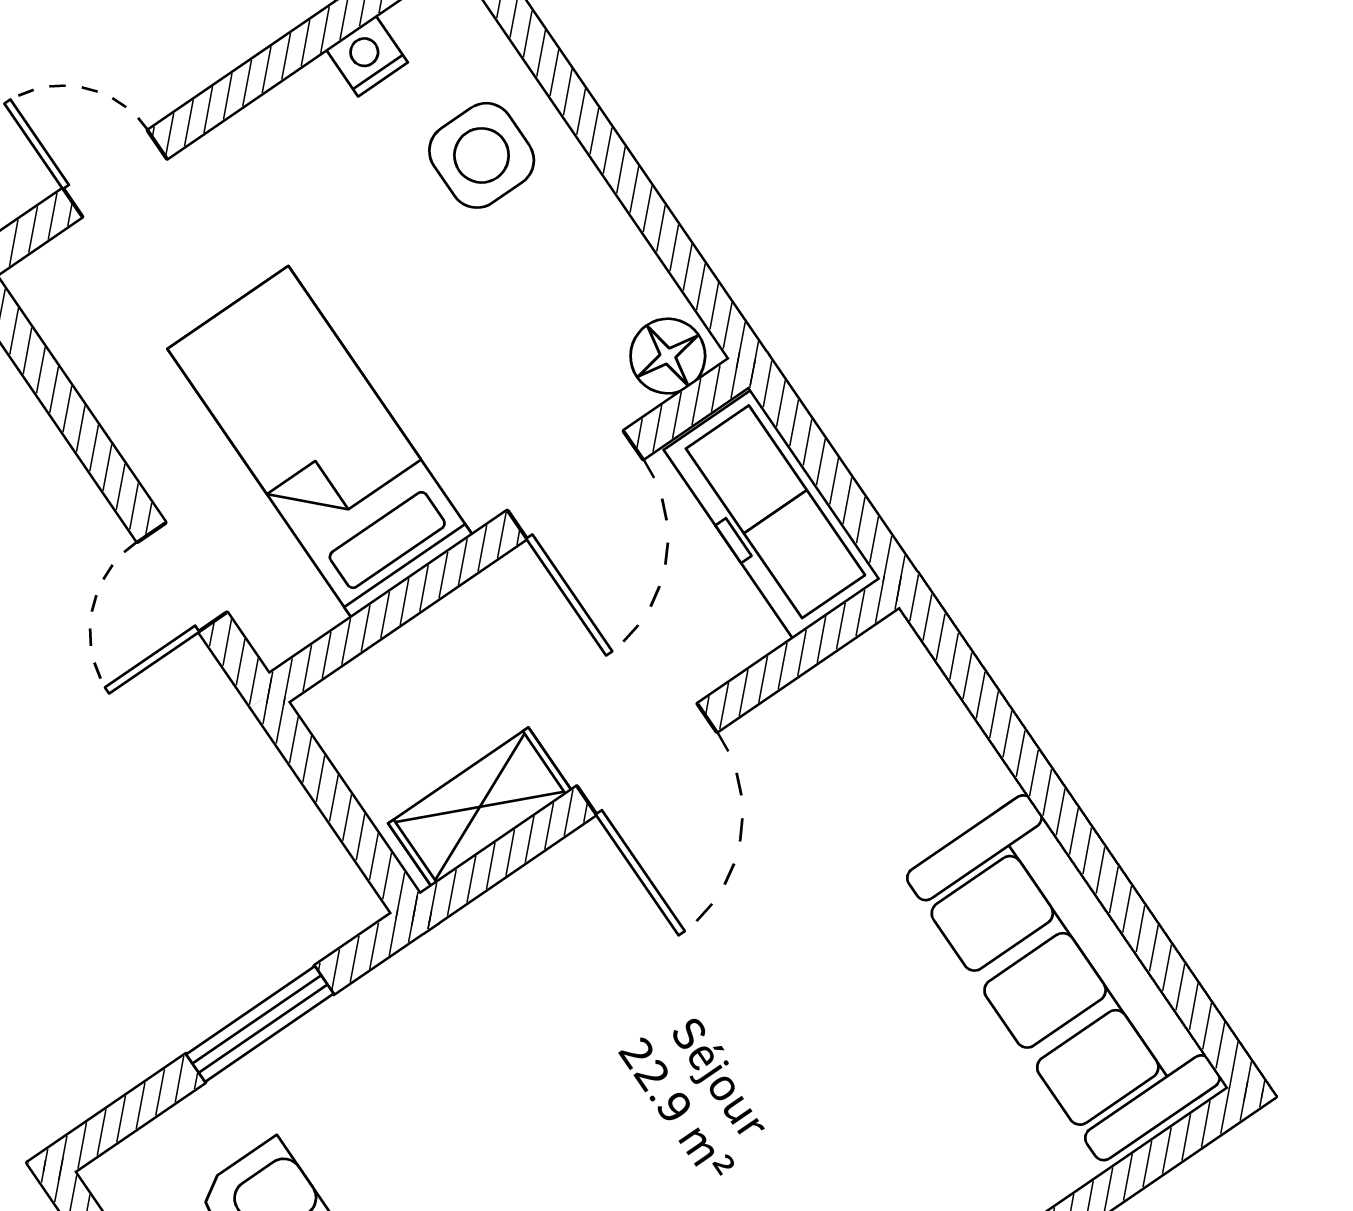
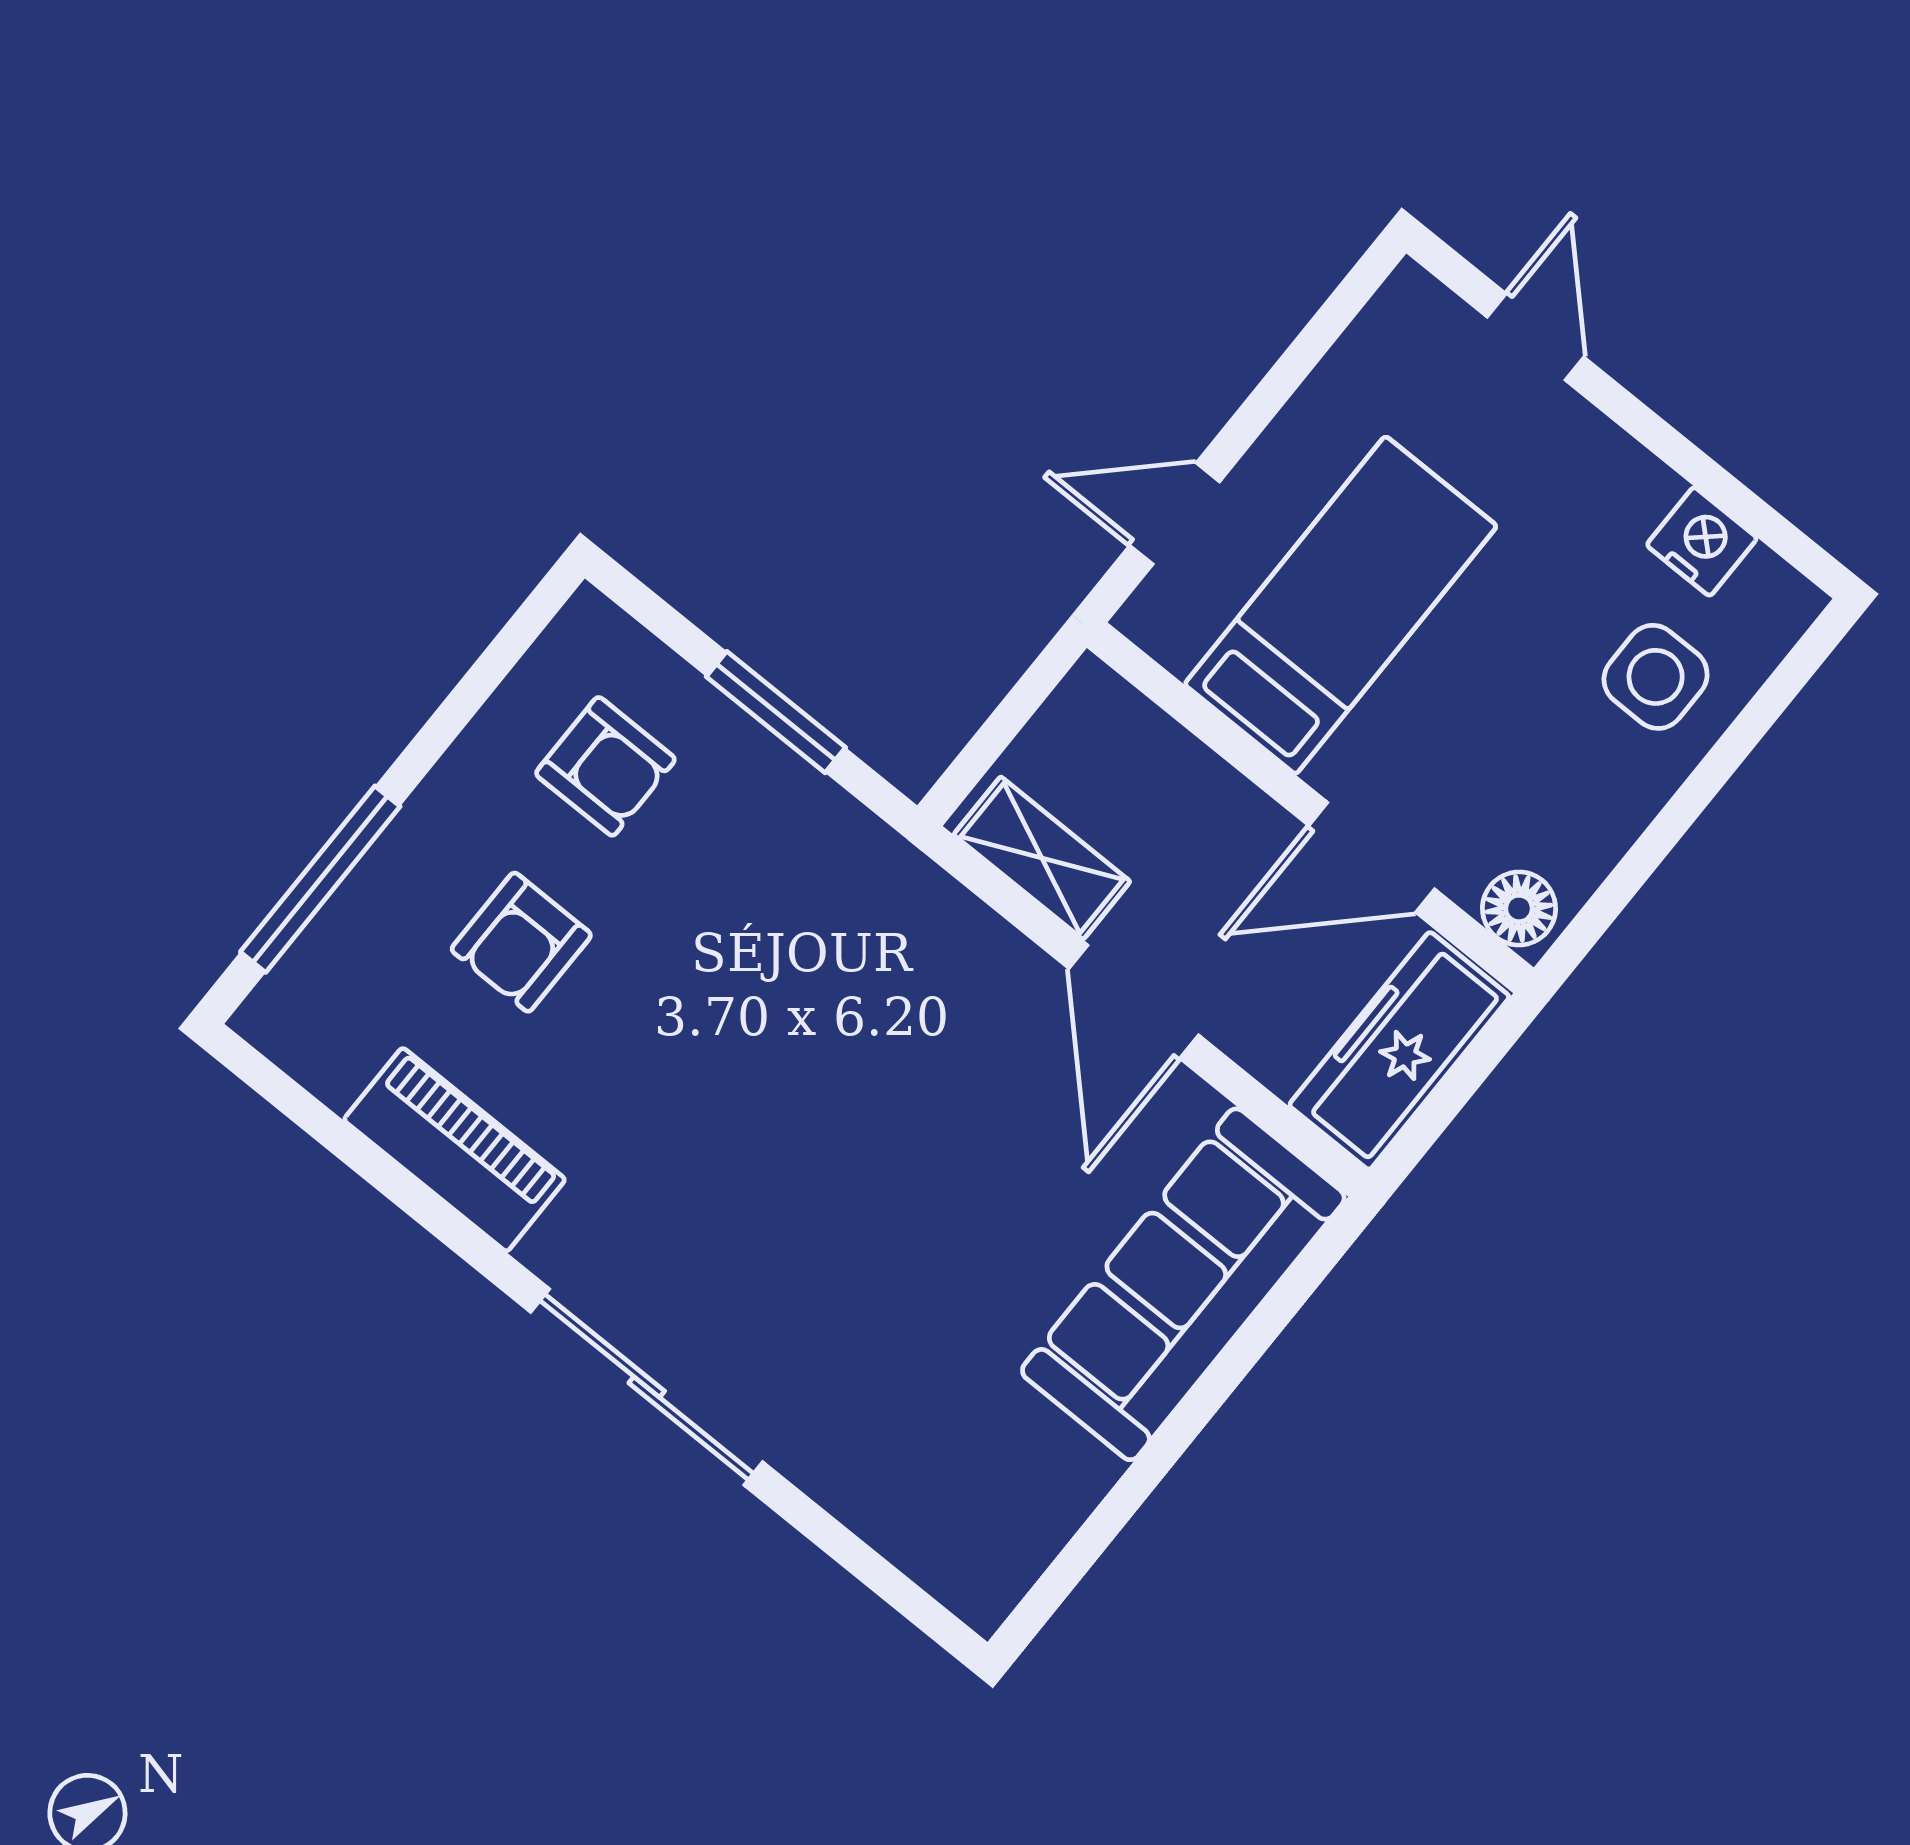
nightstand: (367, 56) -> (1702, 541), width x1.39, depth x1.35
door: (647, 759) -> (1134, 1002), hinge flipped
sofa: (1063, 978) -> (1183, 1284), moved

